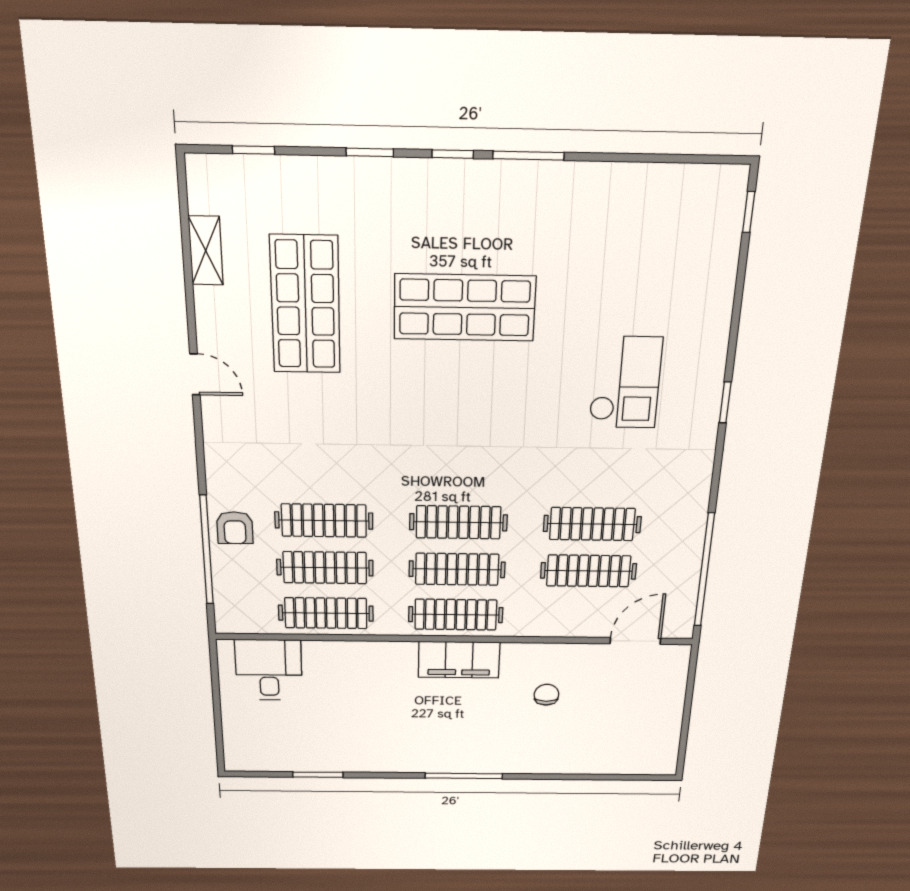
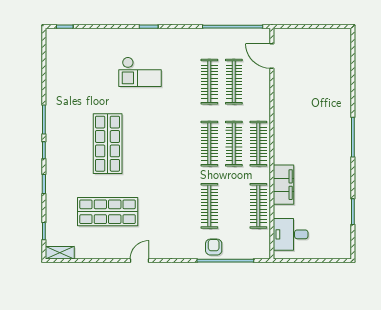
shelving: (206, 251) -> (60, 253), moved
checkout: (625, 382) -> (140, 72), turned 180
armchair: (235, 528) -> (214, 247), turned -90
clothes rail: (325, 568) -> (234, 206), removed
filing cabinet: (459, 660) -> (284, 185), moved
chair: (546, 695) -> (303, 98), removed

